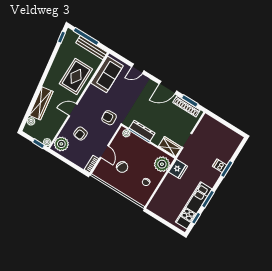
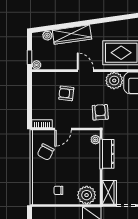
plant: (61, 144) -> (114, 81), moved
chair: (122, 167) -> (46, 152), moved

